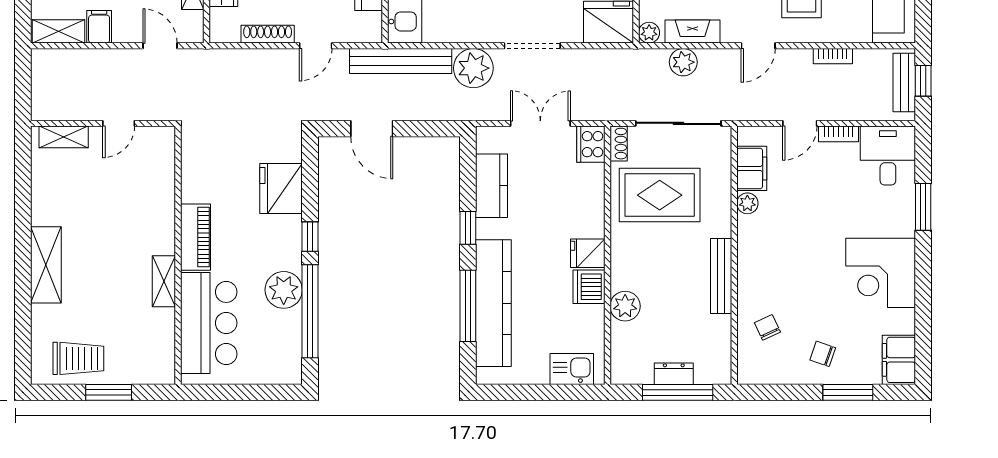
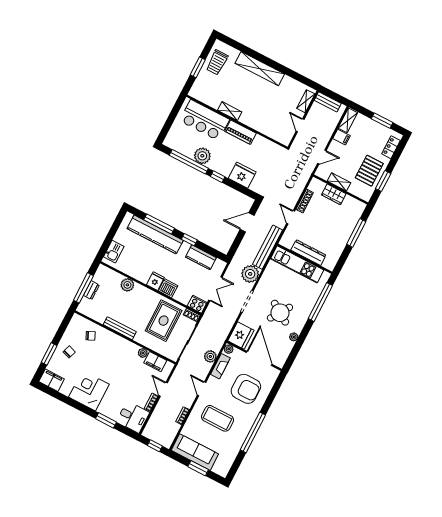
bench: (904, 83) -> (328, 102), moved
shelving: (46, 265) -> (260, 69), width x1.47
dishwasher: (589, 287) -> (168, 288), moved

